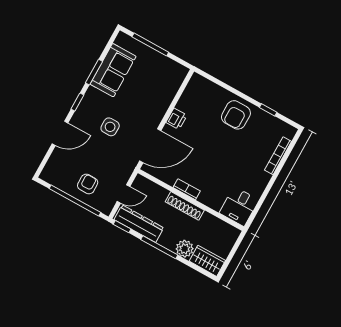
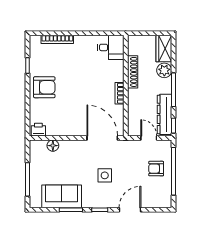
floor lamp: (171, 90) -> (53, 146), added
printer: (176, 119) -> (38, 130), moved
door: (60, 133) -> (130, 210), hinge flipped
shoe rack: (185, 206) -> (133, 72), moved

